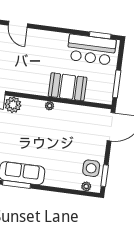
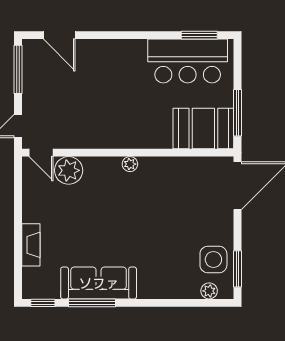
booth: (68, 87) -> (203, 128), moved

